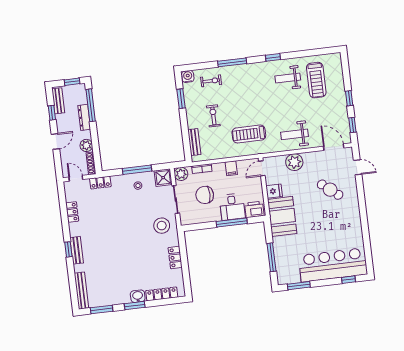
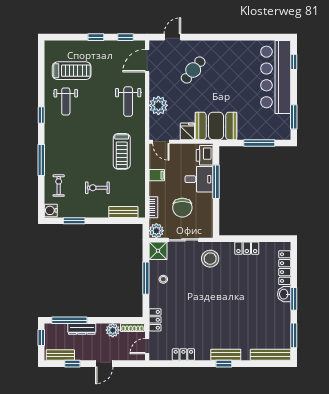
door: (55, 141) -> (104, 364), swing flipped

